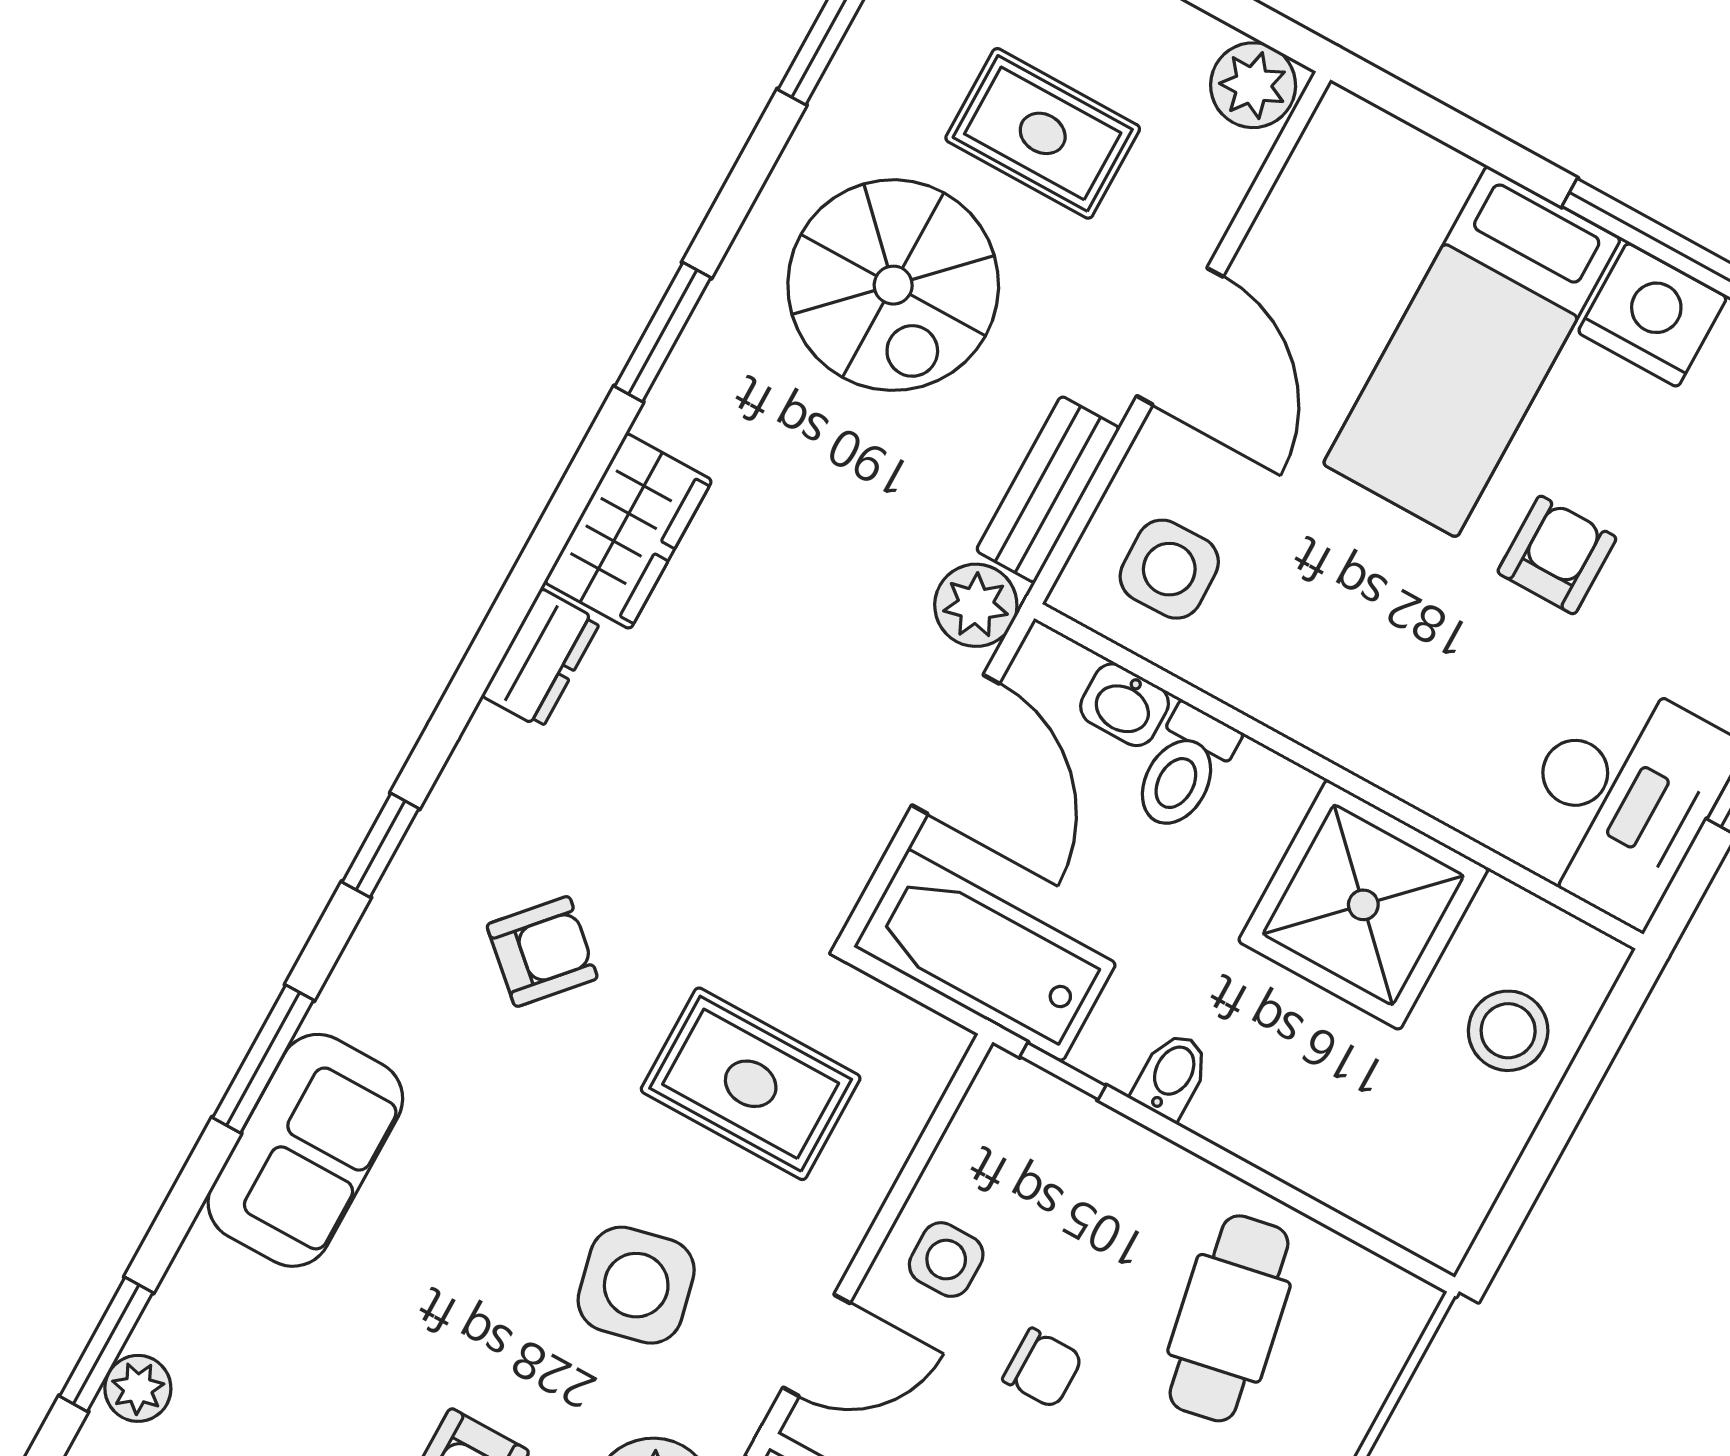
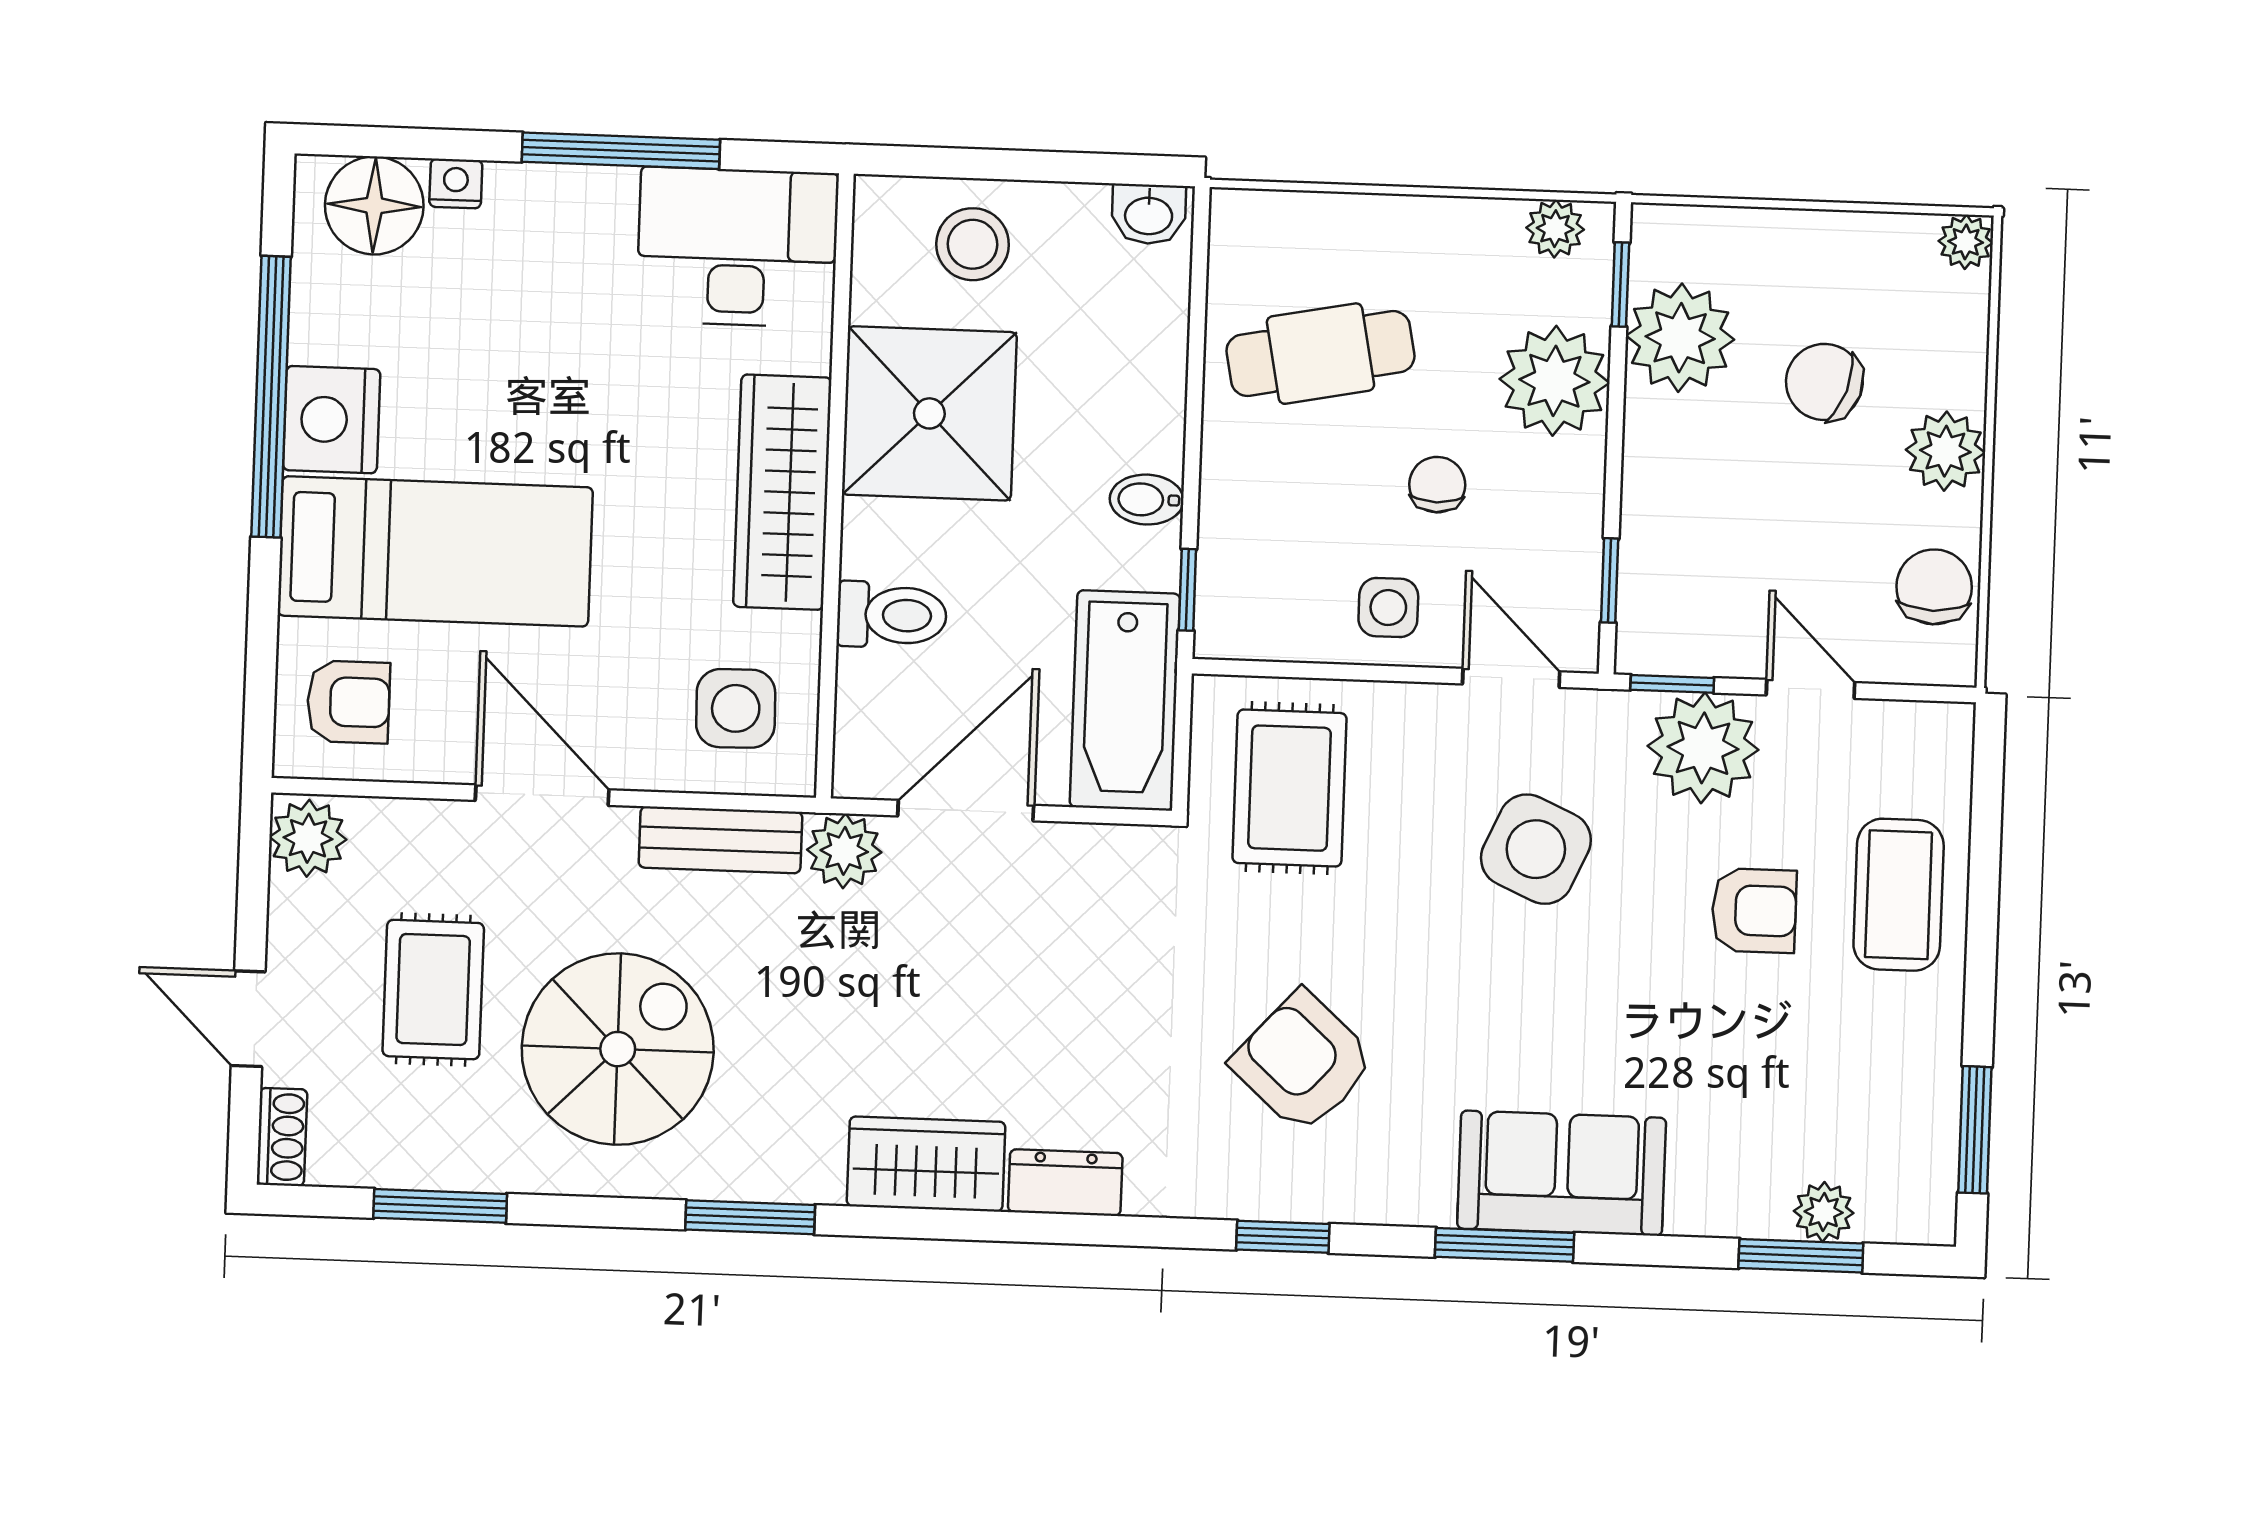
door: (1180, 336) -> (542, 795), hinge flipped
armchair: (1557, 555) -> (348, 702), moved, turned 180
washbasin: (1125, 705) -> (1149, 214), moved, turned 90
wardrobe: (1359, 722) -> (782, 492), added
armchair: (542, 951) -> (1303, 1062), width x1.38, depth x1.38
rug: (751, 1084) -> (1290, 788), moved
side table: (636, 1285) -> (1536, 849), turned 37

